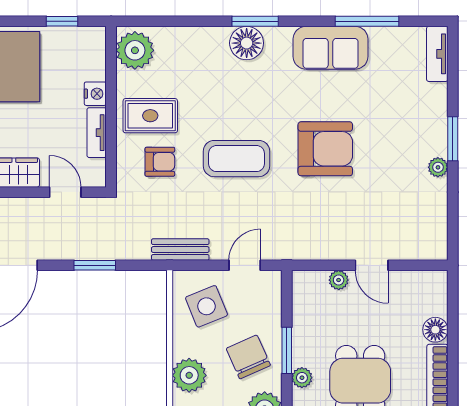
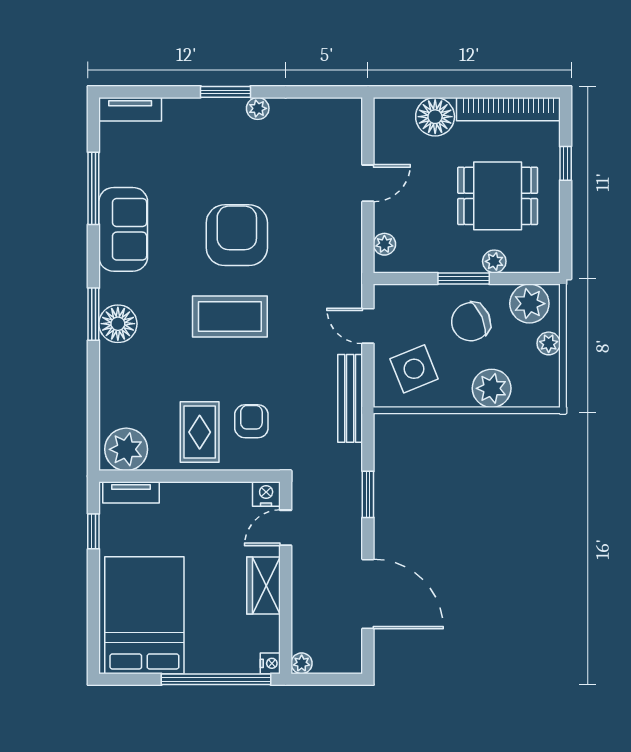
nightstand: (95, 94) -> (266, 494), moved
tv unit: (97, 133) -> (131, 492), moved
coffee table: (236, 159) -> (230, 317), moved, turned 90
bench: (180, 250) -> (350, 398), width x1.36
plant: (339, 280) -> (384, 244), moved
floor lamp: (435, 330) -> (435, 117), width x1.38, depth x1.38

